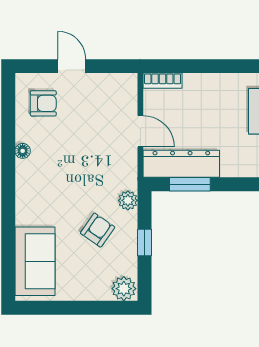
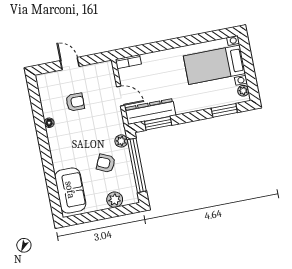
armchair: (43, 103) -> (75, 102), moved
armchair: (98, 230) -> (106, 163), turned -100
window: (145, 243) -> (137, 165), width x3.17
plant: (124, 289) -> (115, 200), moved

